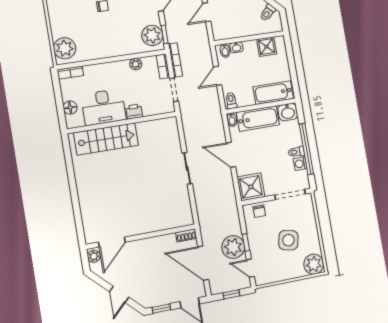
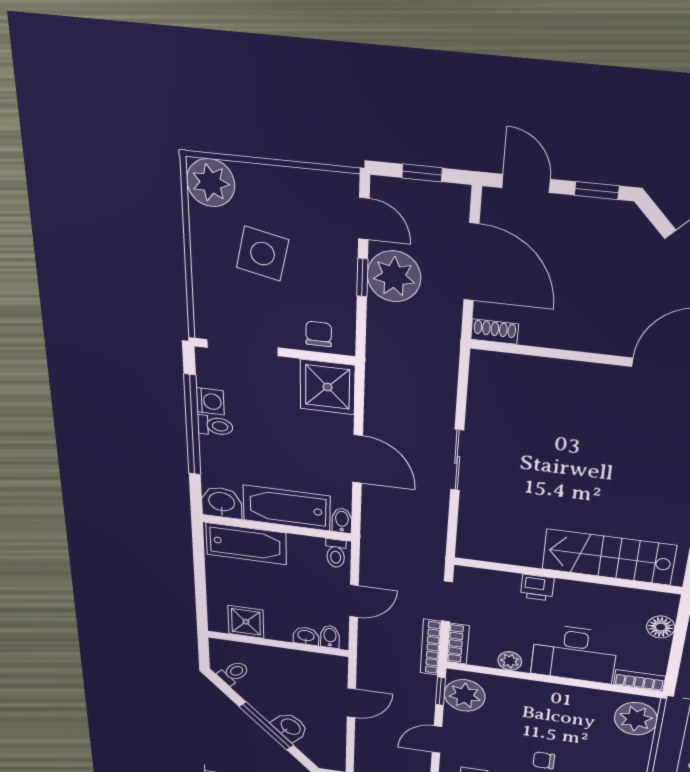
desk: (104, 107) -> (574, 654), moved, turned 180

